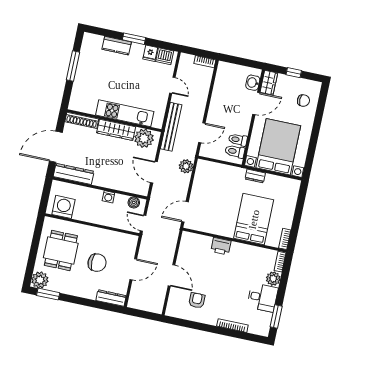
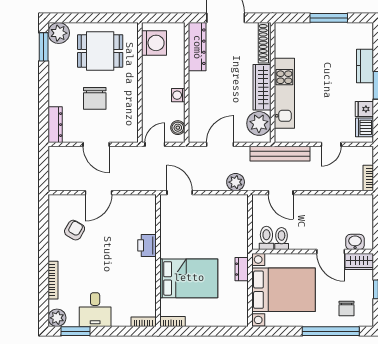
window: (319, 117) -> (331, 331), added
plant: (273, 279) -> (57, 318), moved
armchair: (197, 300) -> (75, 230), turned -60

